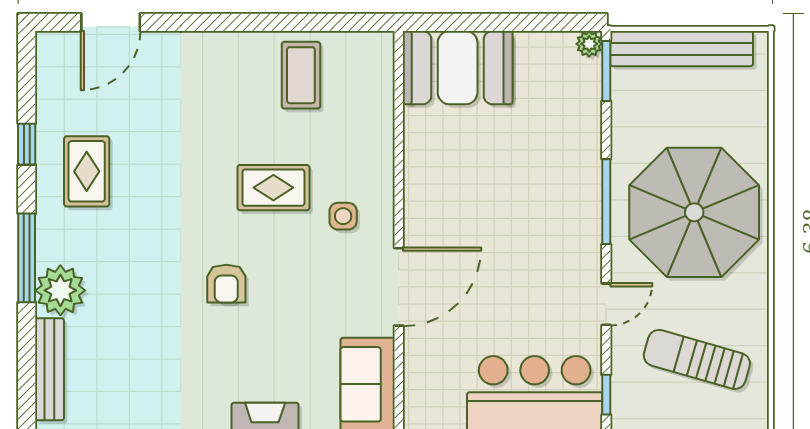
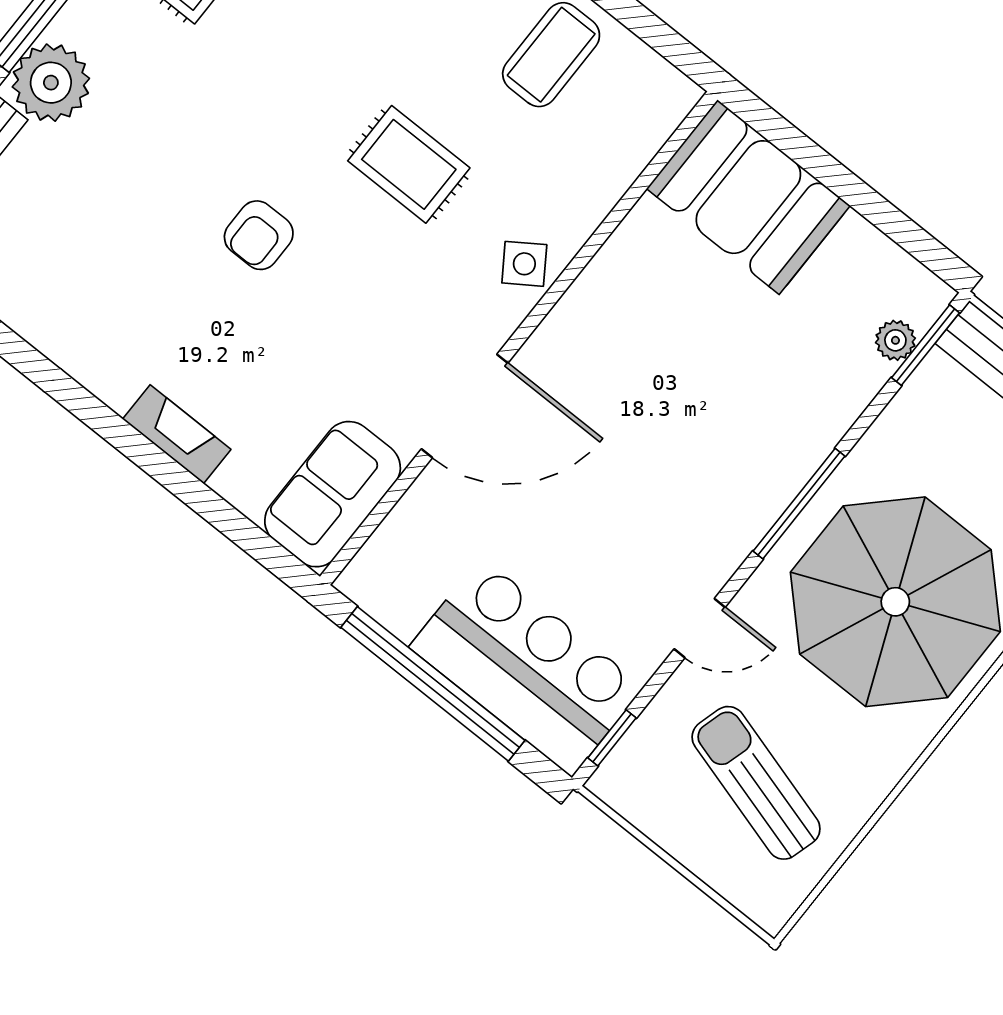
plant: (589, 44) -> (895, 340), moved
side table: (343, 216) -> (524, 264), moved, turned -34

